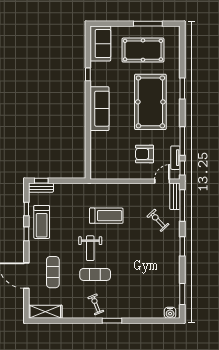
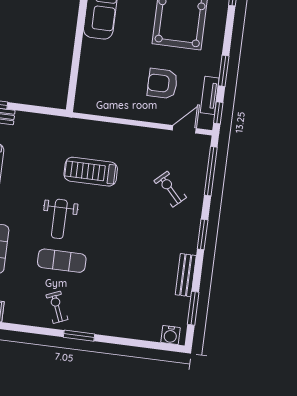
window: (182, 141) -> (224, 71), width x0.69
bench: (175, 196) -> (186, 275), moved
treadmill: (106, 216) -> (91, 172), turned 180

